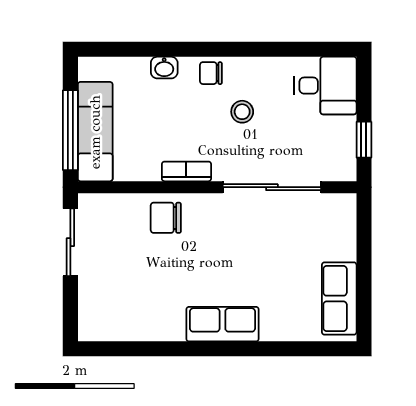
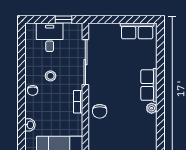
washbasin: (164, 68) -> (30, 125), moved
desk: (325, 86) -> (50, 37), moved
plant: (172, 330) -> (152, 108), added

